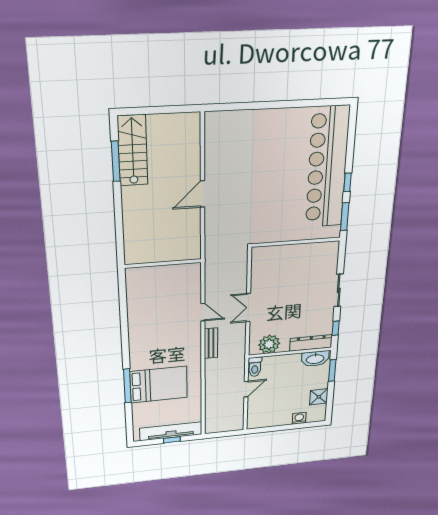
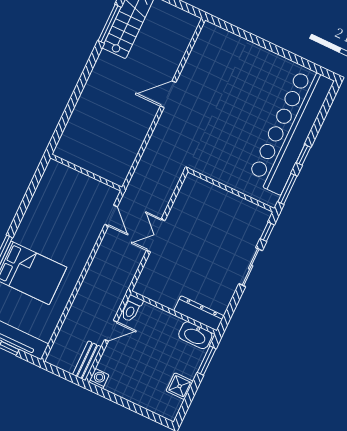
wall: (163, 264) -> (86, 173), moved
window: (336, 328) -> (267, 232), moved
bench: (211, 343) -> (87, 361), moved
plant: (269, 344) -> (157, 290), removed
washing machine: (299, 418) -> (99, 379), moved

